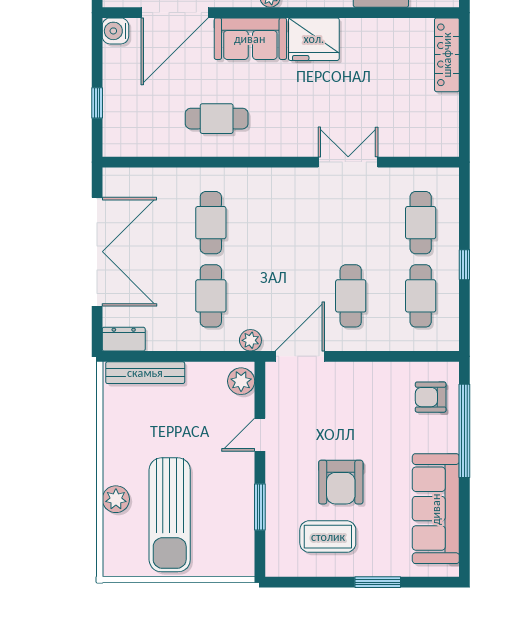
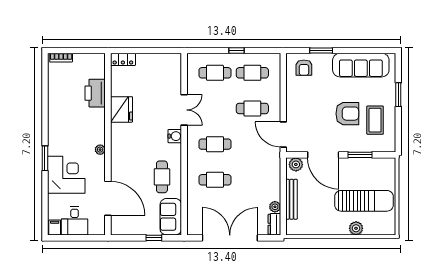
water cooler: (115, 31) -> (175, 136), moved, turned -90
sofa: (250, 39) -> (171, 217), moved, turned 180
fridge: (314, 39) -> (121, 109), moved
locker: (447, 55) -> (123, 59), width x0.66
double door: (348, 162) -> (184, 110), swing flipped
cafe table: (211, 296) -> (215, 144), moved
plant: (250, 340) -> (275, 207), moved
bench: (145, 373) -> (291, 199), moved
window: (464, 431) -> (321, 50), width x0.47
door: (260, 435) -> (323, 155), width x1.87

